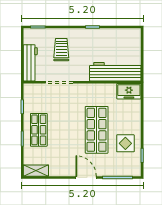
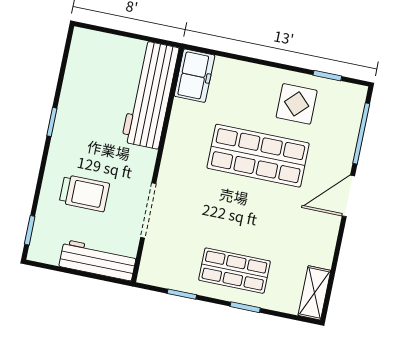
trolley: (61, 50) -> (84, 193), turned 180

